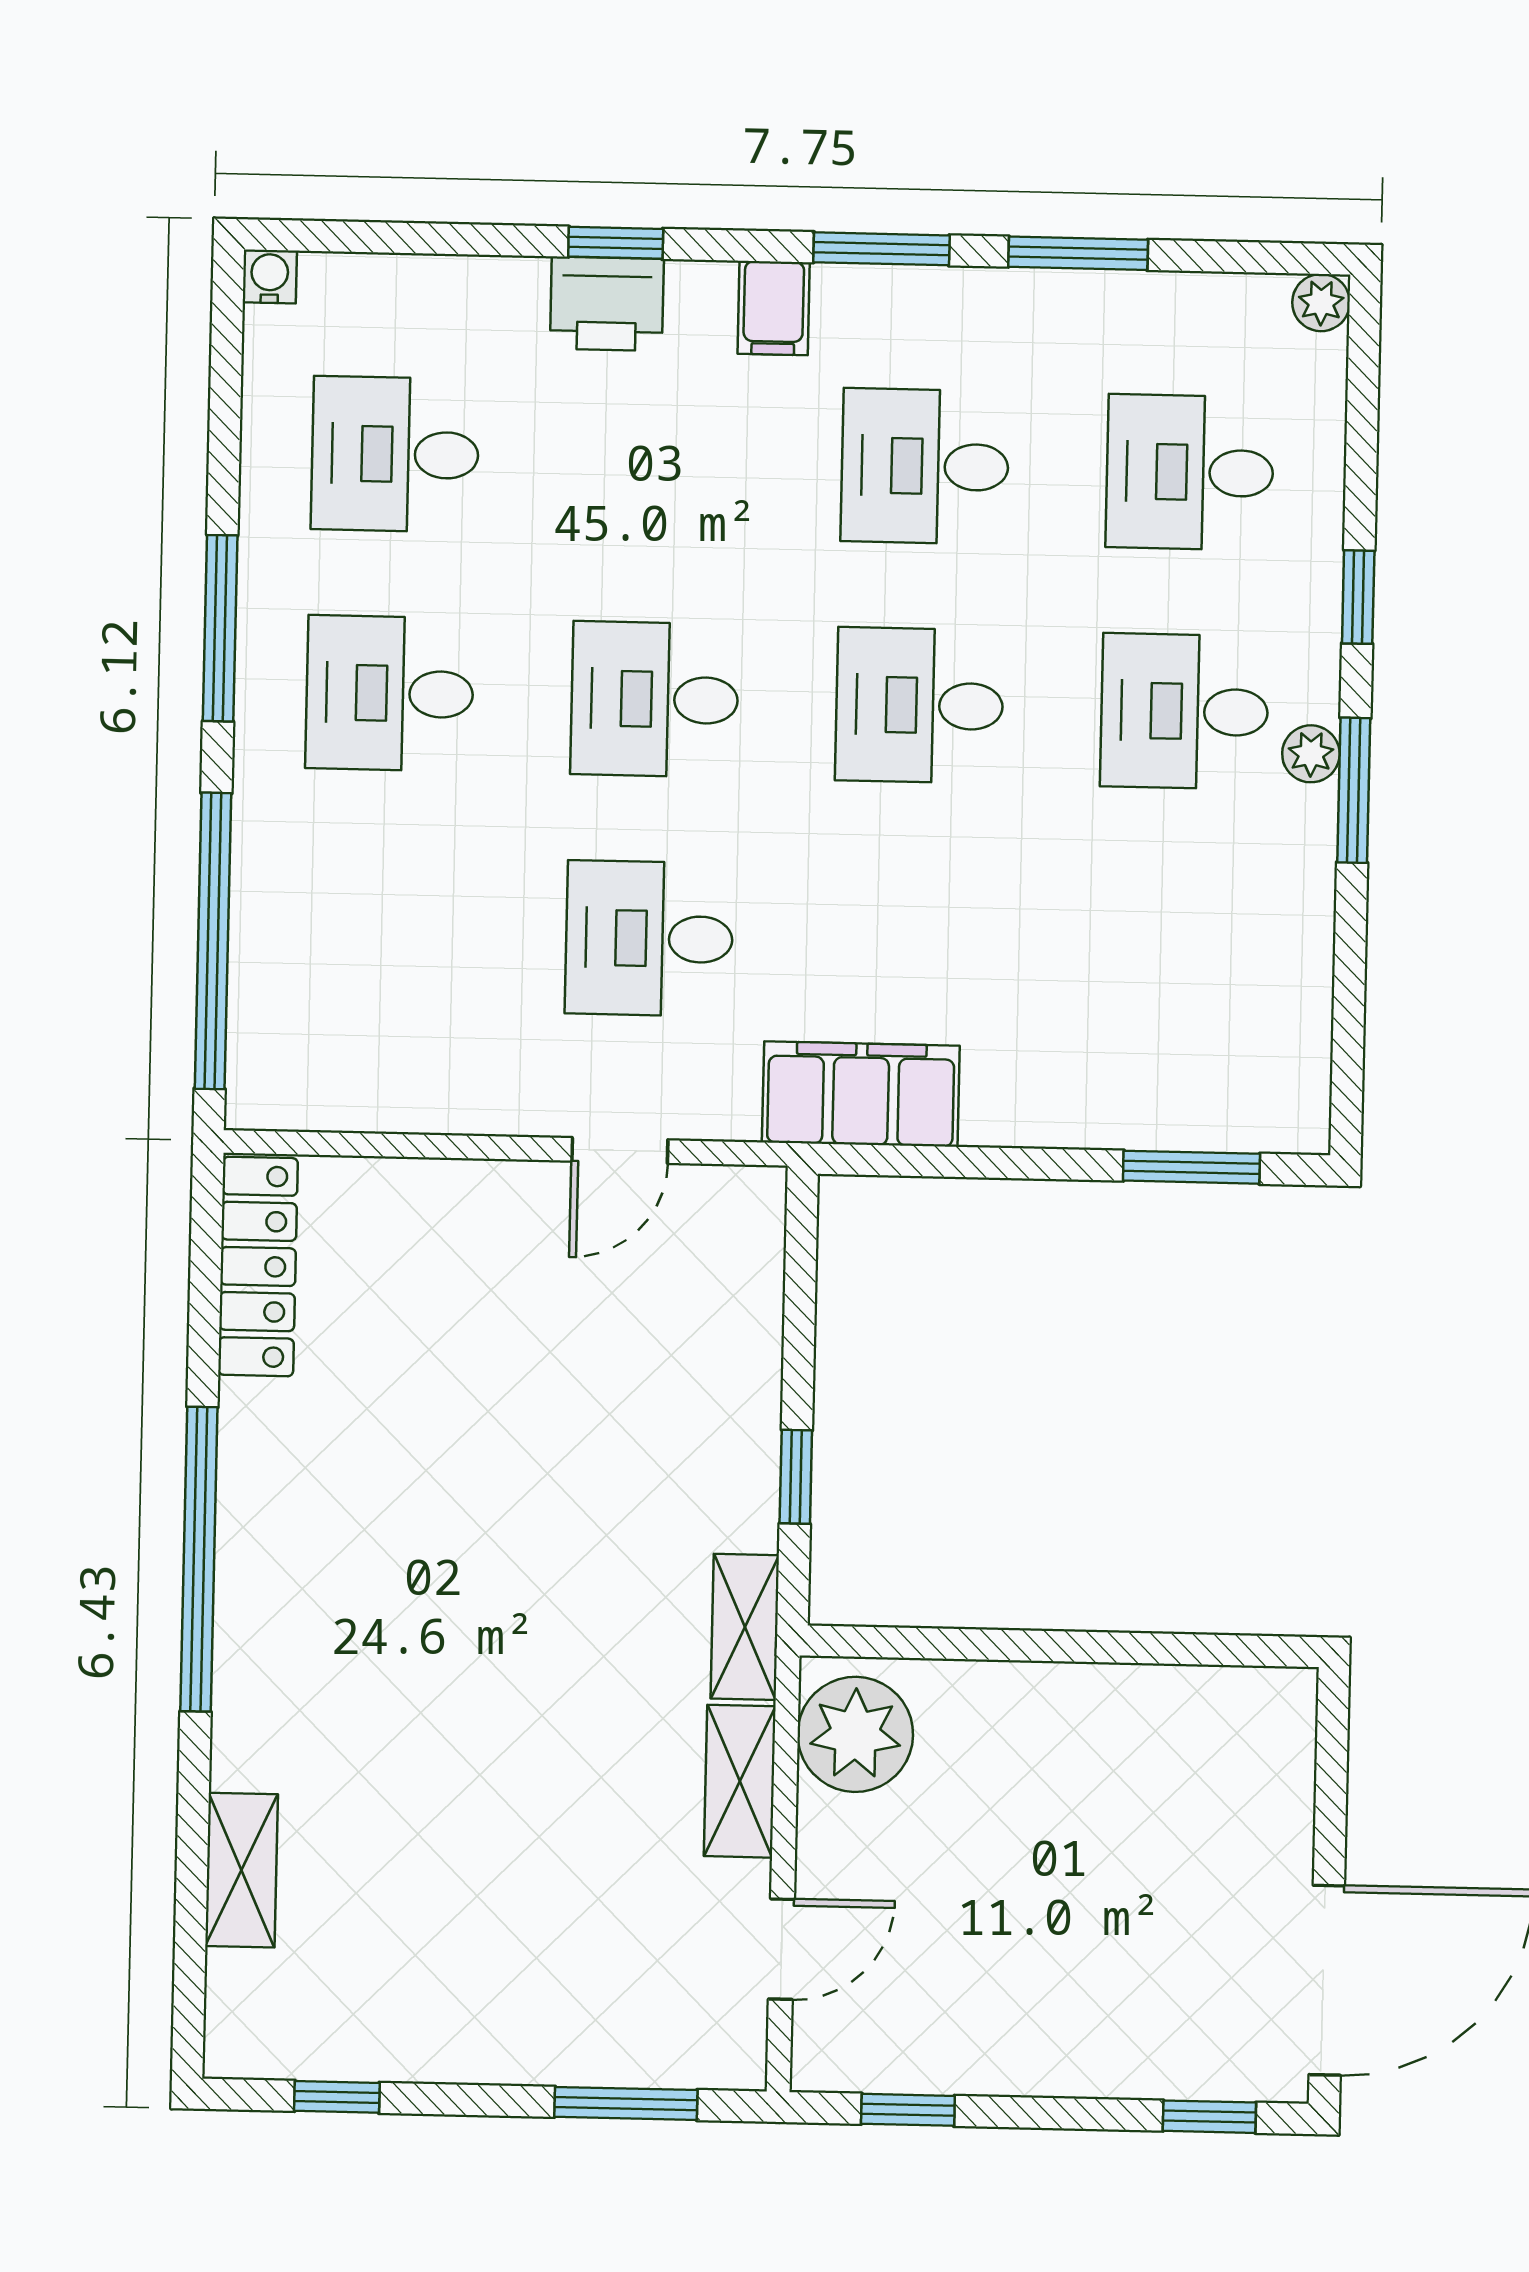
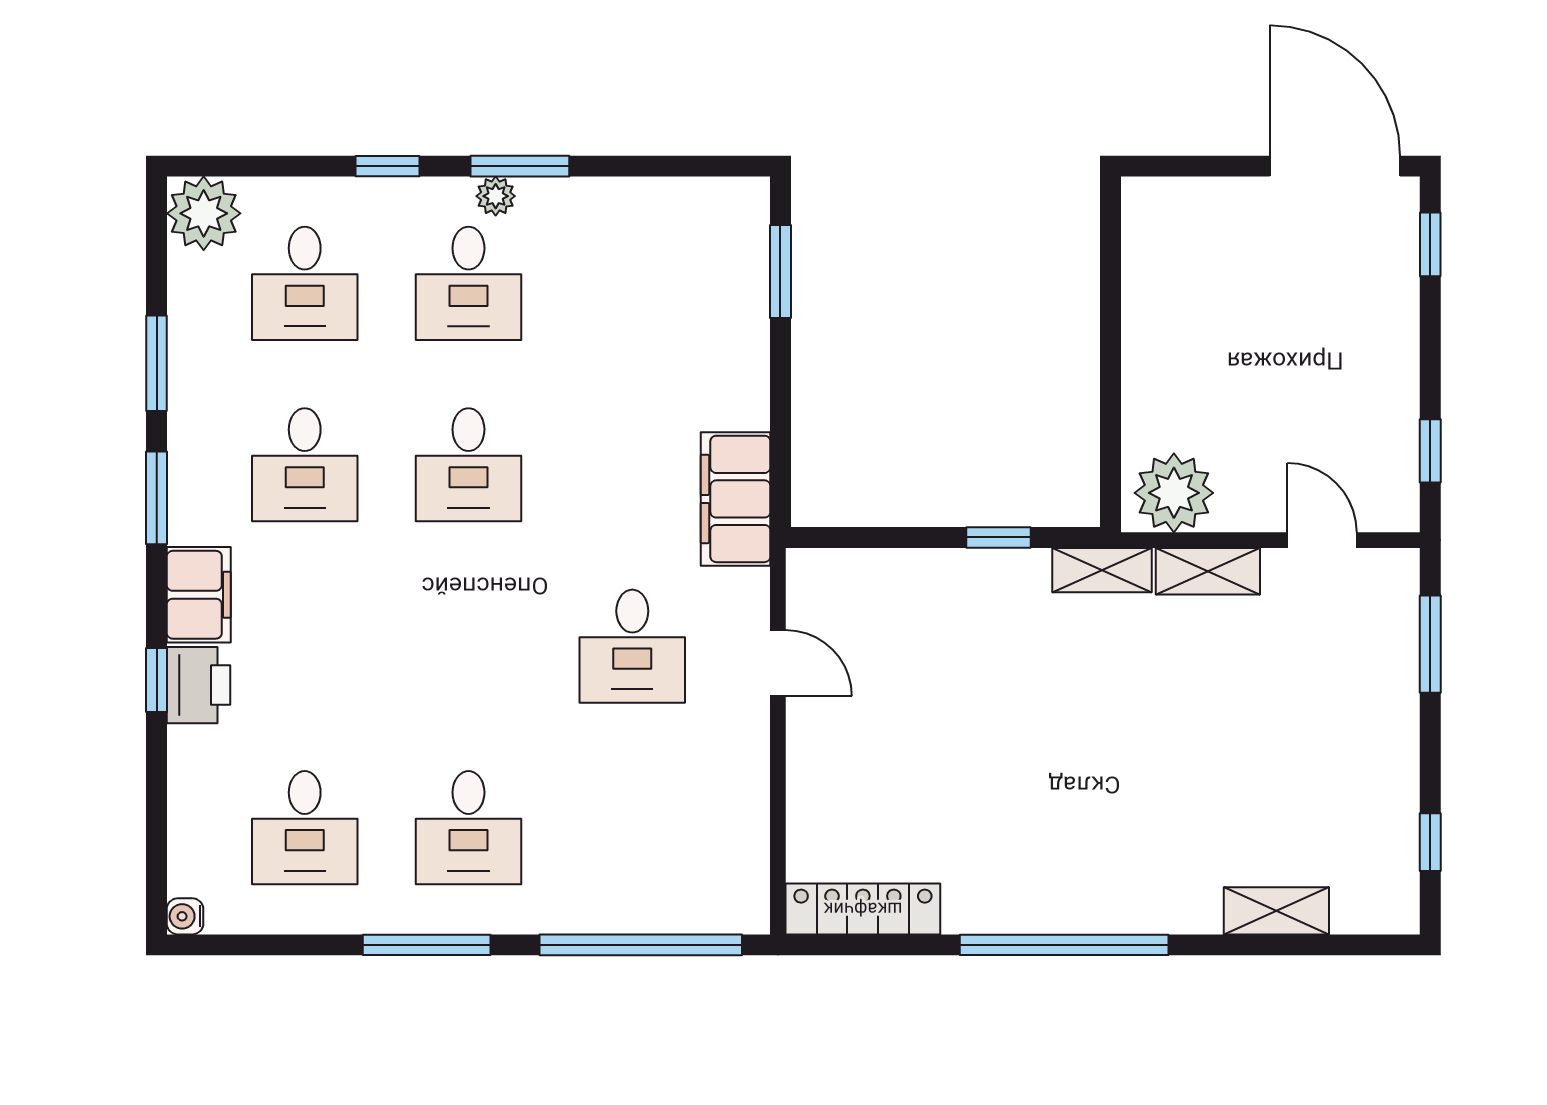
plant: (1321, 303) -> (204, 213), width x1.88, depth x1.88
filing cabinet: (774, 308) -> (199, 595), width x2.00
desk: (655, 699) -> (468, 646), removed

